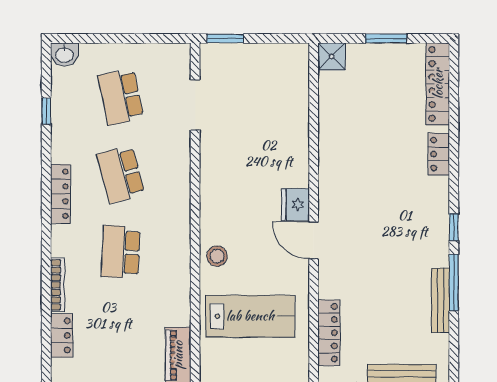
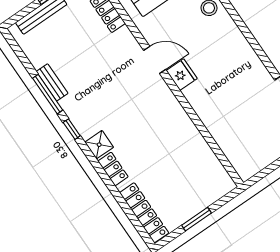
shower: (332, 56) -> (99, 145), moved
bench: (440, 300) -> (52, 82), width x0.73

